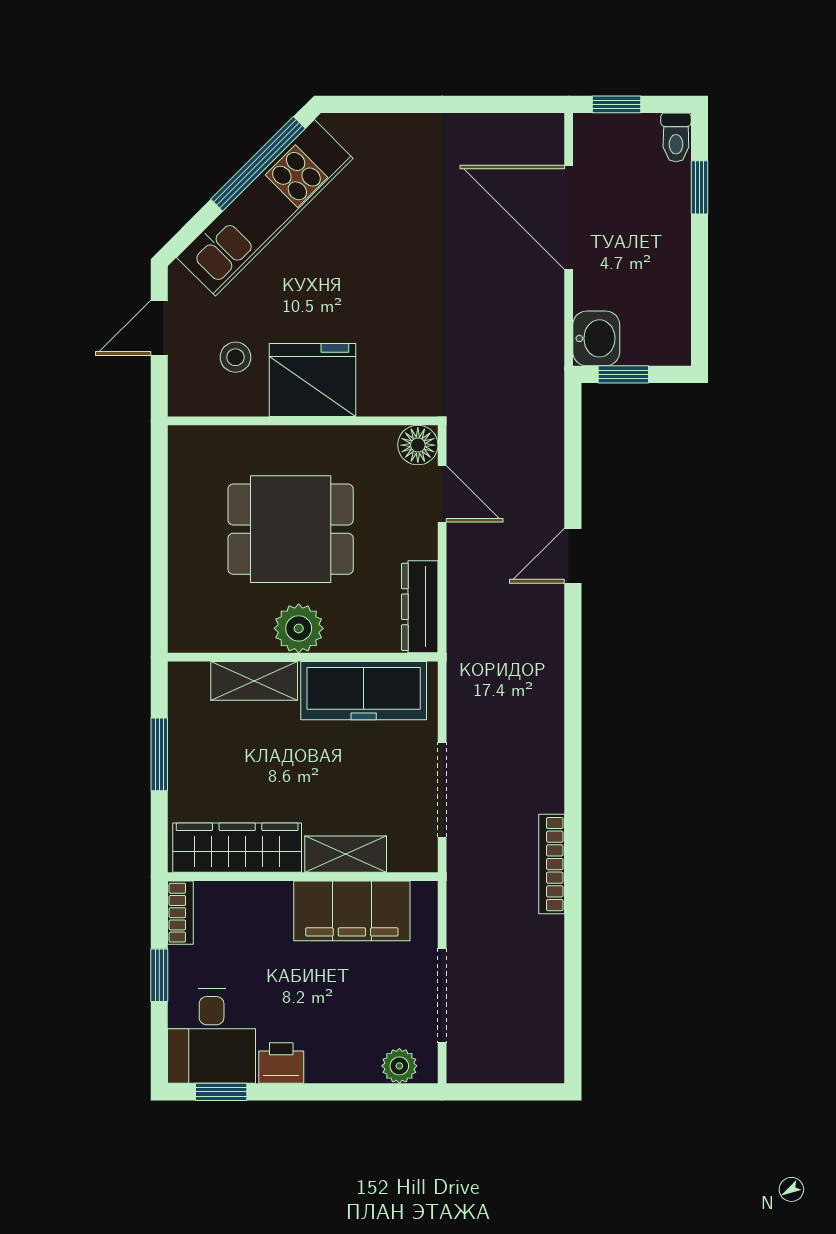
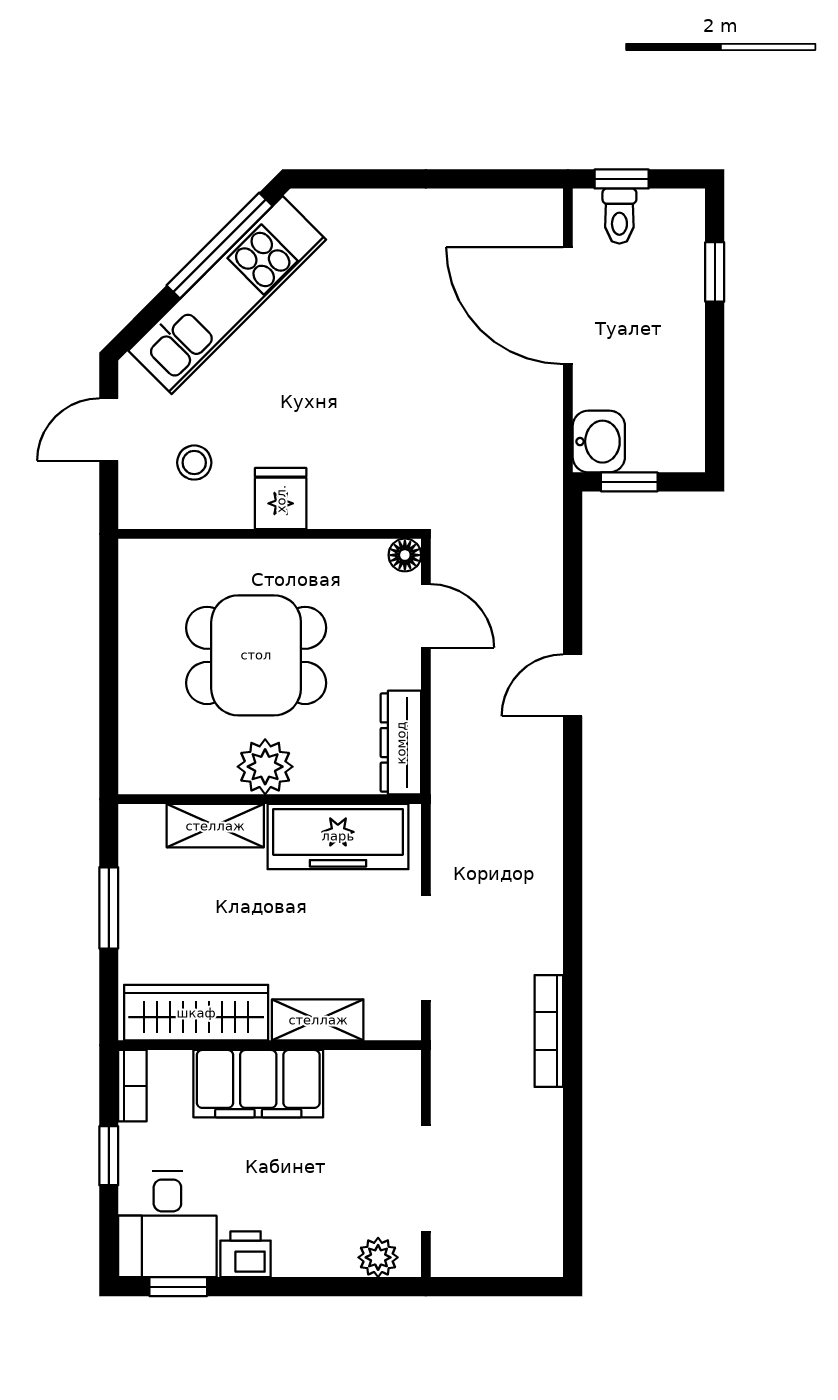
toilet: (676, 137) -> (619, 216), moved
fridge: (312, 380) -> (281, 499), width x0.53, depth x0.75
floor lamp: (418, 445) -> (405, 555), width x0.73, depth x0.73
filing cabinet: (352, 911) -> (258, 1084), moved

